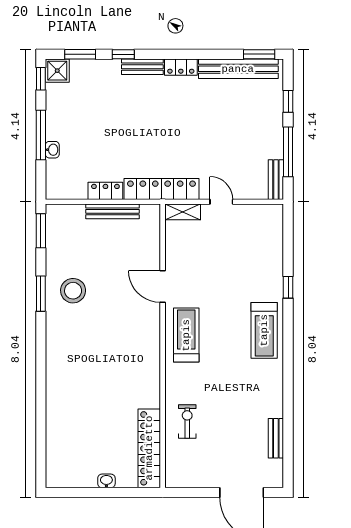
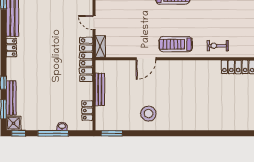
bench: (142, 67) -> (11, 98), moved, width x1.36
locker: (105, 191) -> (87, 111), moved
door: (221, 202) -> (94, 23), hinge flipped
window: (41, 294) -> (150, 133), removed
exercise bike: (187, 422) -> (218, 46), moved

